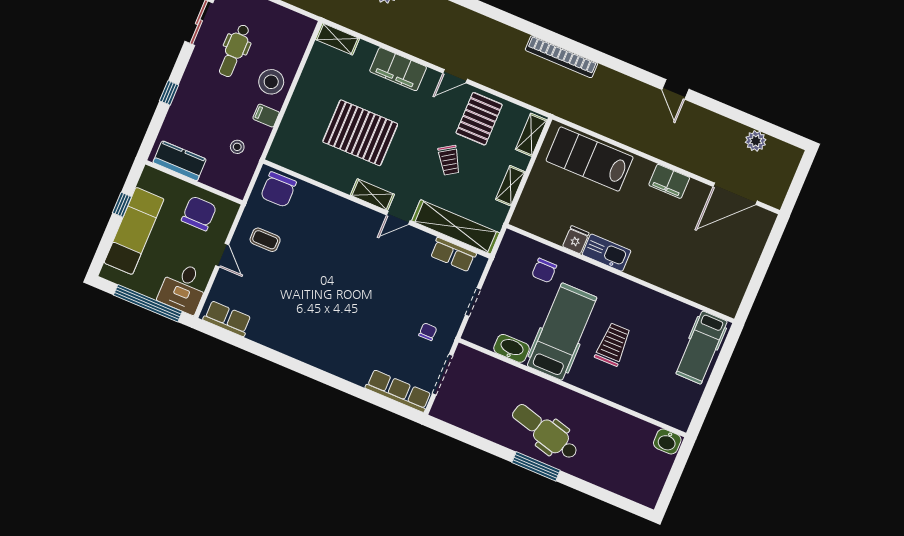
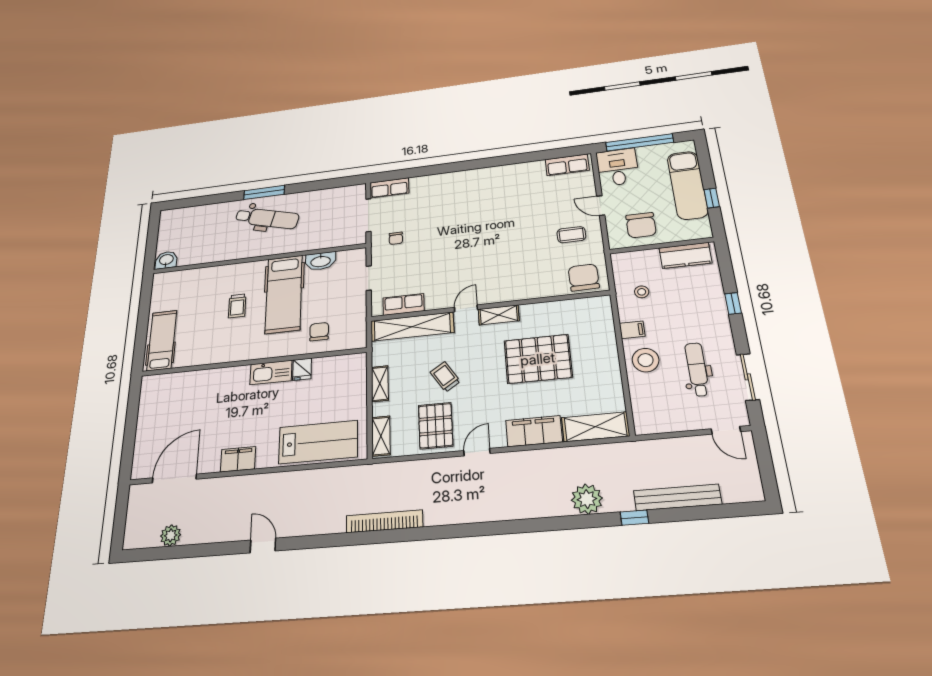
shelving: (337, 39) -> (595, 427), width x1.50, depth x1.33
trolley: (613, 344) -> (237, 306), width x0.73, depth x0.72
row of seats: (398, 391) -> (389, 188), width x0.68

